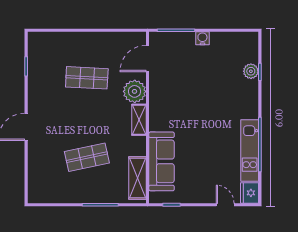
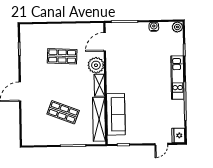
water cooler: (202, 38) -> (154, 27), moved
plant: (251, 71) -> (177, 27), moved
kitchen unit: (250, 150) -> (177, 78), moved
shop shelf: (87, 157) -> (63, 112), turned 33
shelving: (137, 178) -> (99, 119), width x1.47
door: (225, 205) -> (161, 144), swing flipped

